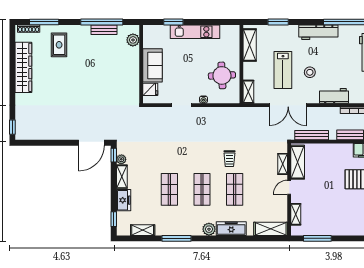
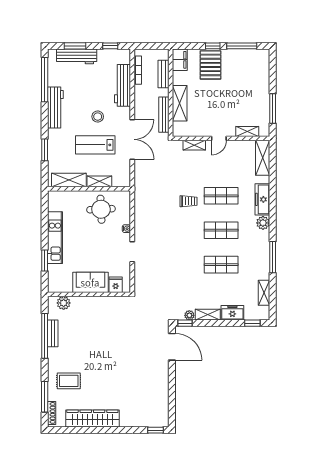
lab bench: (283, 70) -> (95, 145), turned 180
shelving: (248, 92) -> (99, 181), moved
workbench: (334, 96) -> (123, 85), width x1.38
shelving: (298, 162) -> (180, 103), moved, turned 90
door: (289, 187) -> (219, 138), hinge flipped

